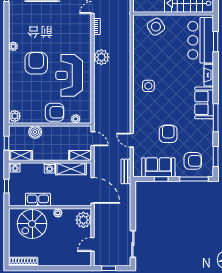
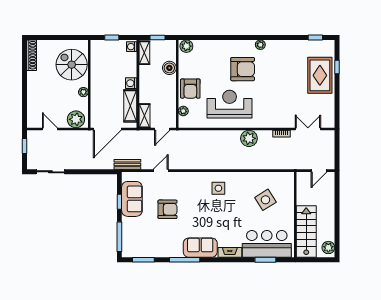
side table: (156, 27) -> (265, 200), moved
armchair: (193, 161) -> (139, 235), removed
kitchen sink: (38, 200) -> (97, 71), removed

